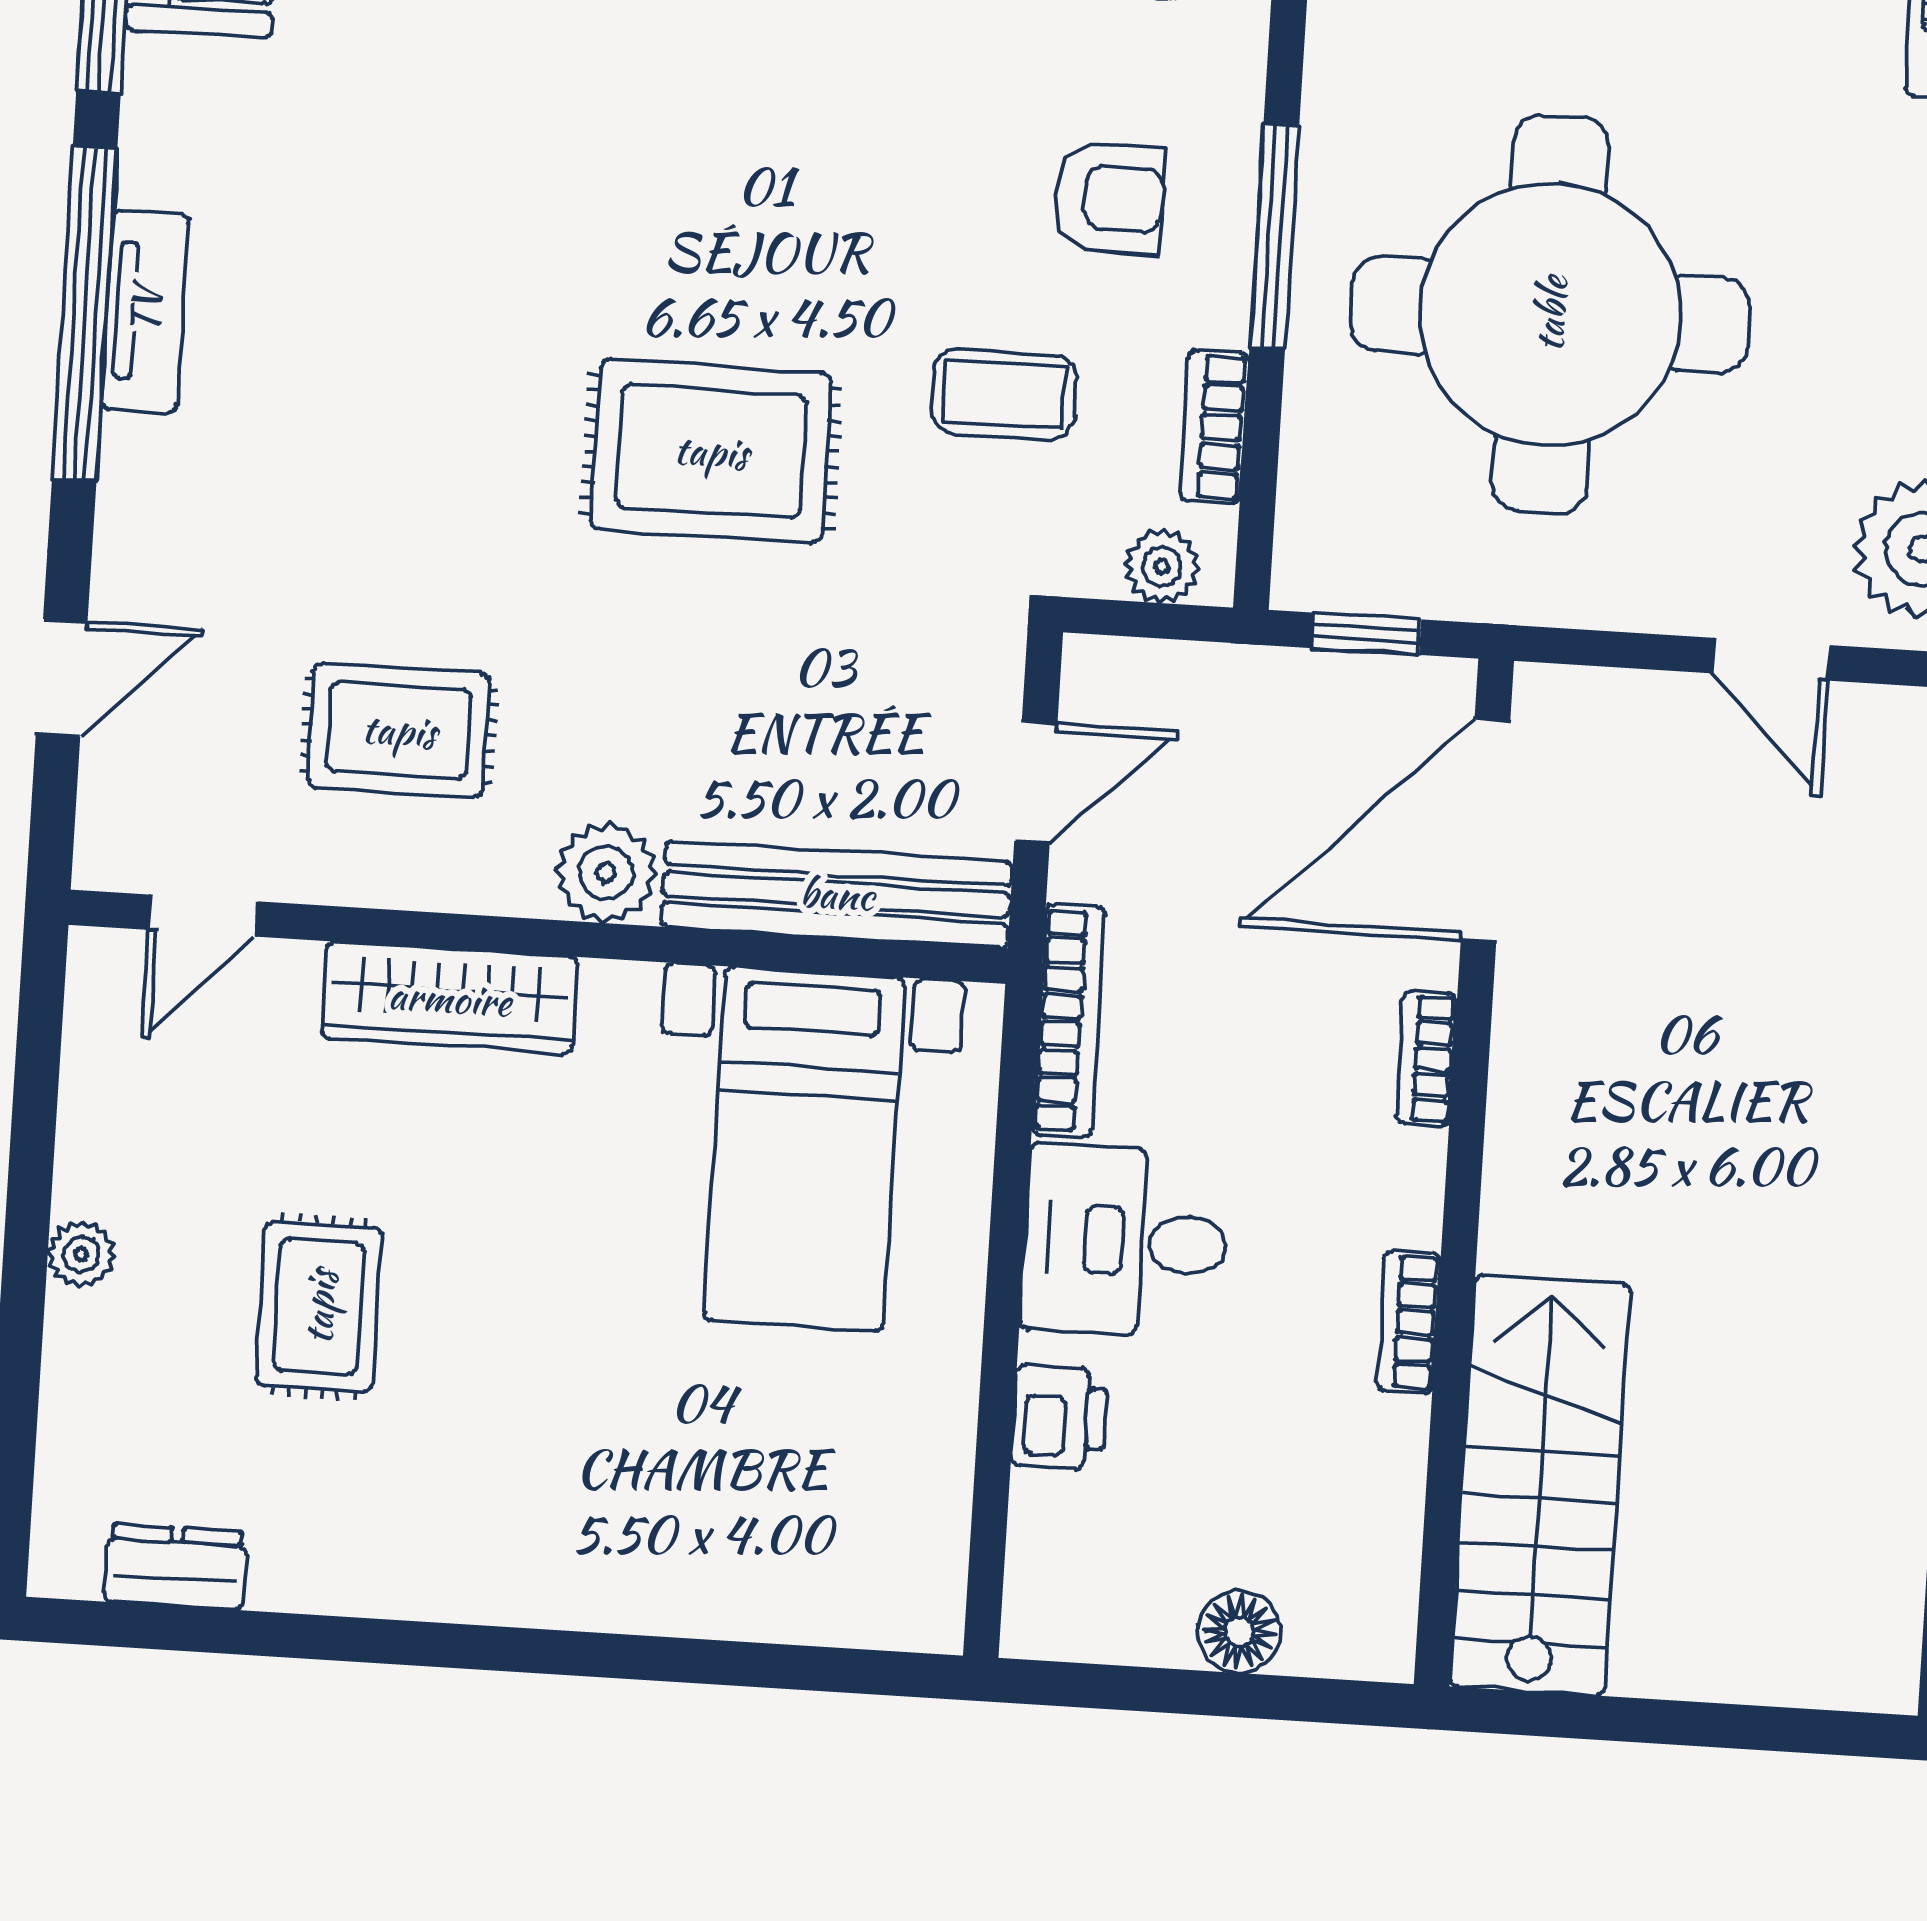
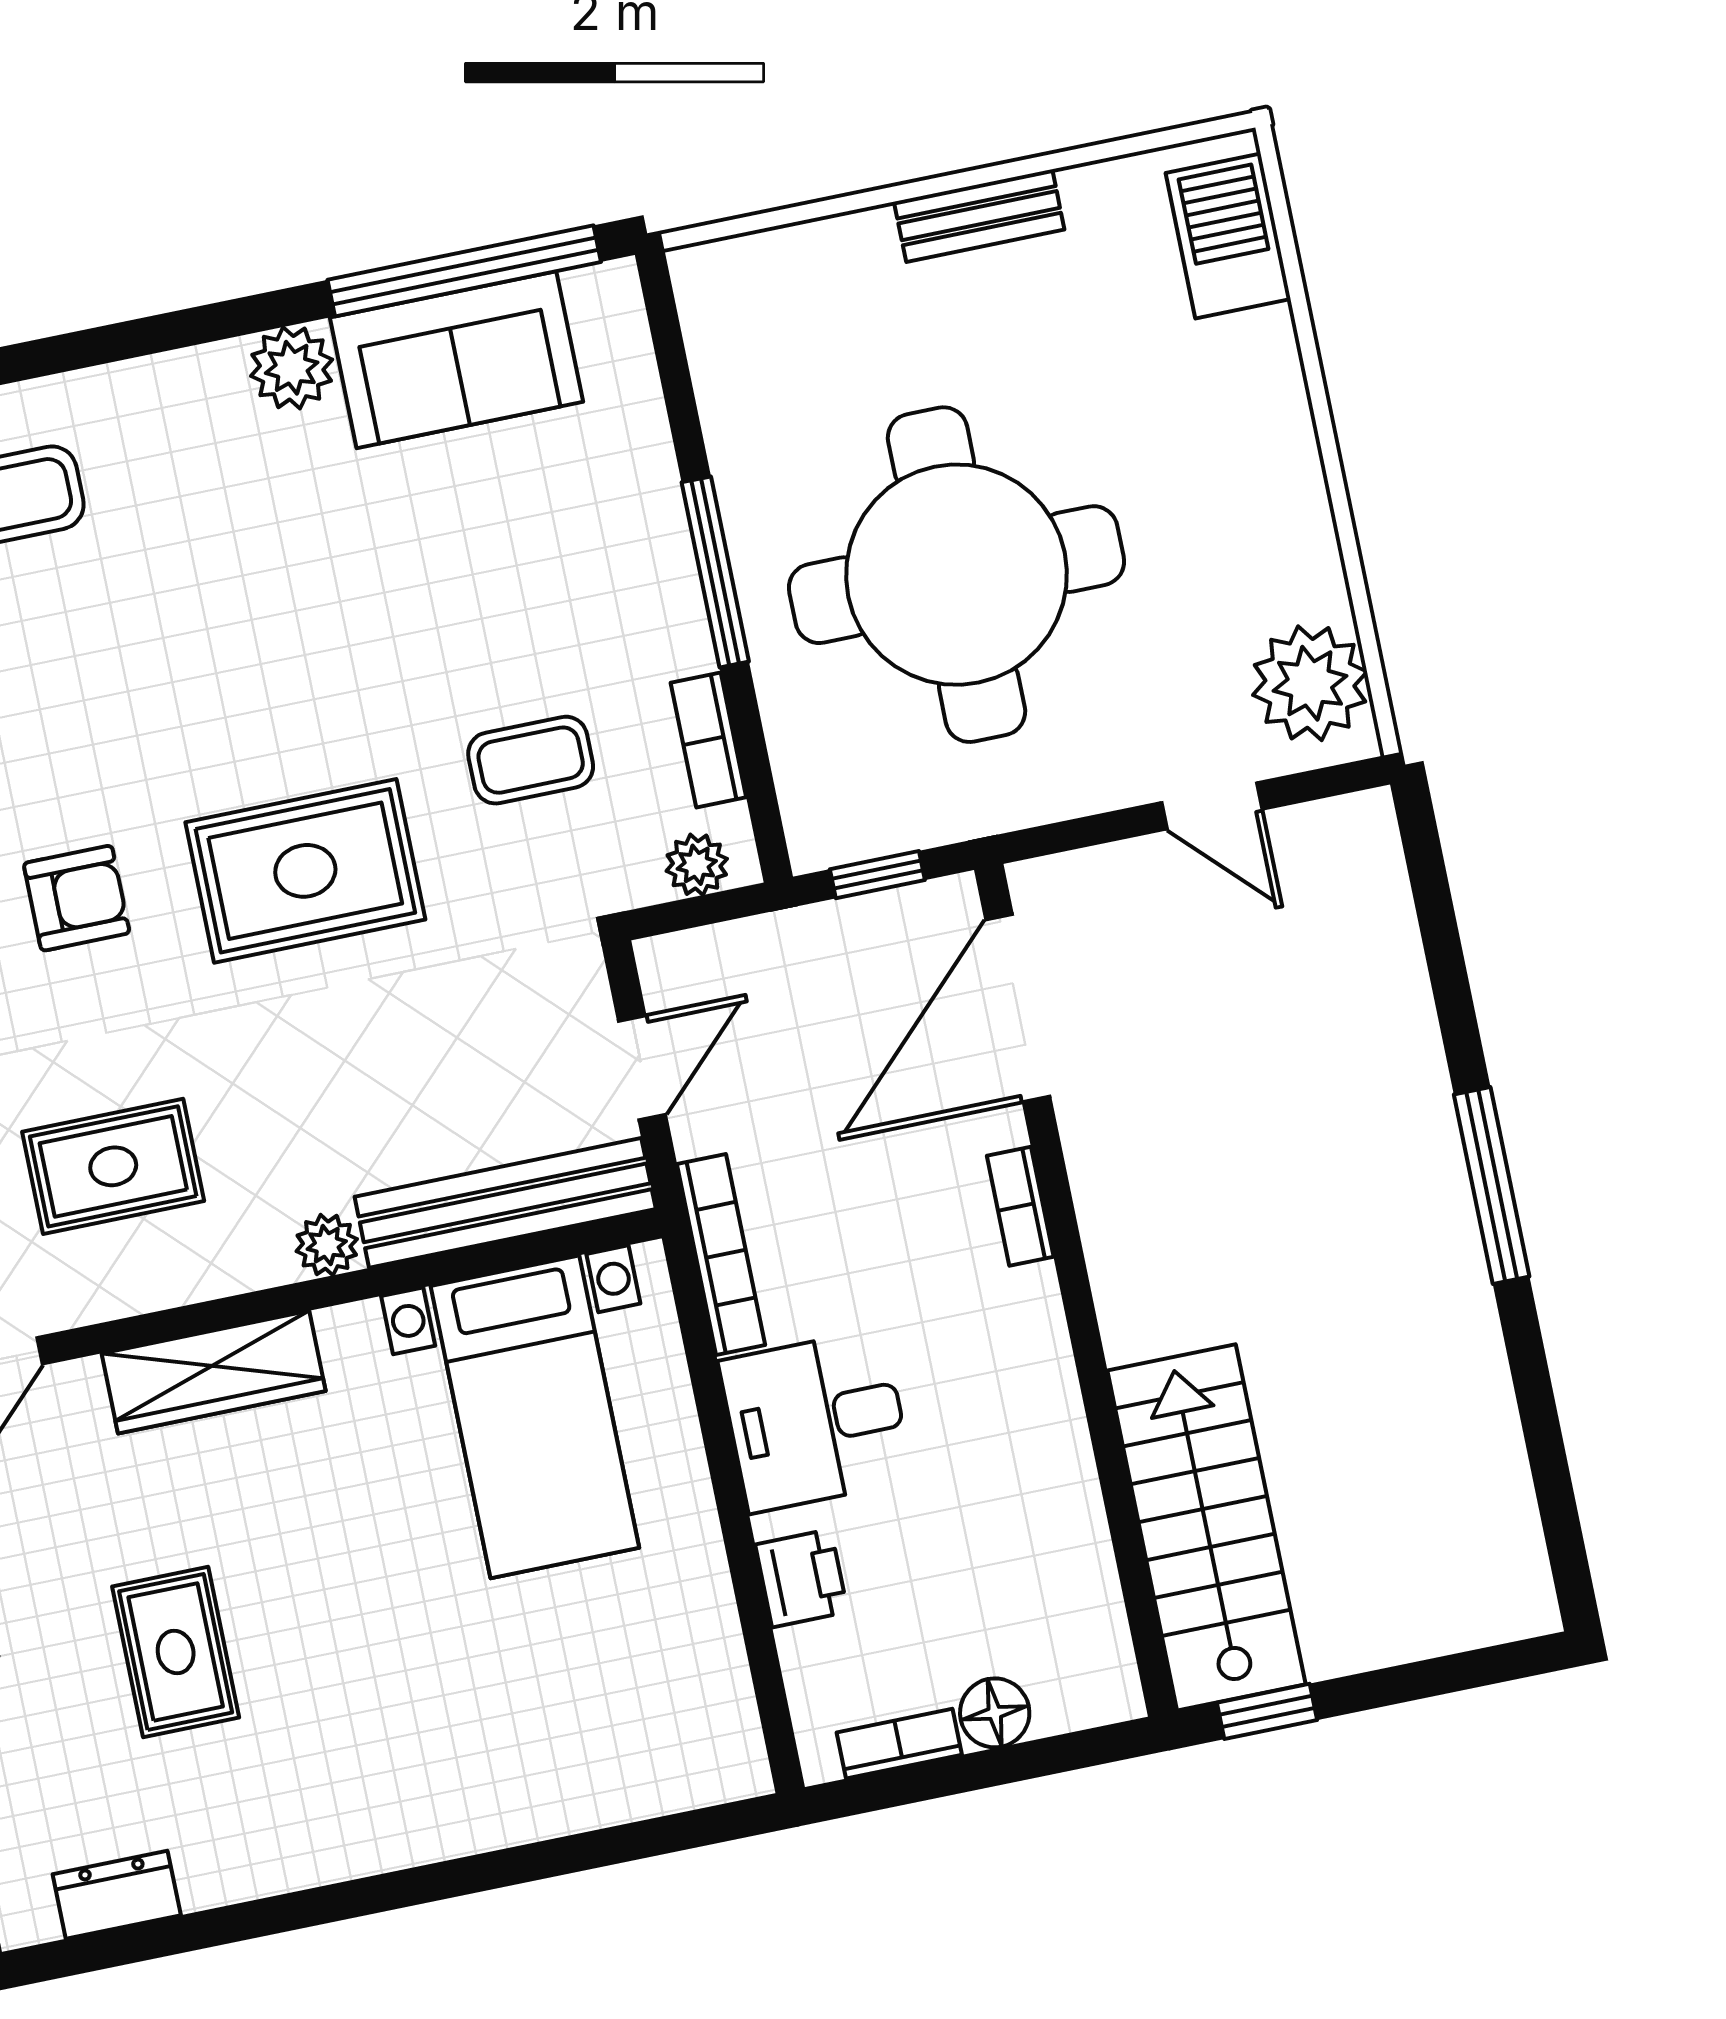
armchair: (1109, 198) -> (77, 898), moved
plant: (606, 872) -> (327, 1245), width x0.73, depth x0.73
bookcase: (1409, 1322) -> (899, 1744), moved, turned 90
window: (1552, 1715) -> (1267, 1711), added

